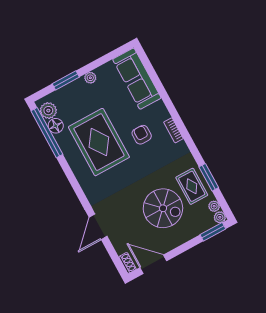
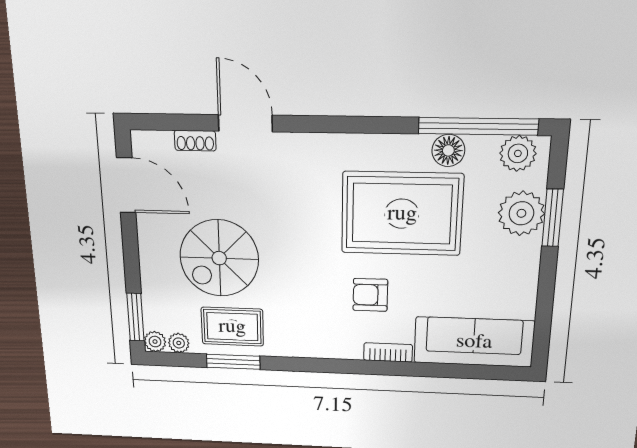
plant: (90, 78) -> (521, 213), moved, width x1.87, depth x1.87
floor lamp: (56, 126) -> (448, 150), moved
bookcase: (173, 130) -> (388, 352), moved
armchair: (142, 135) -> (370, 295), turned 180
shoe rack: (127, 263) -> (195, 141), moved
door: (153, 264) -> (126, 185), hinge flipped

